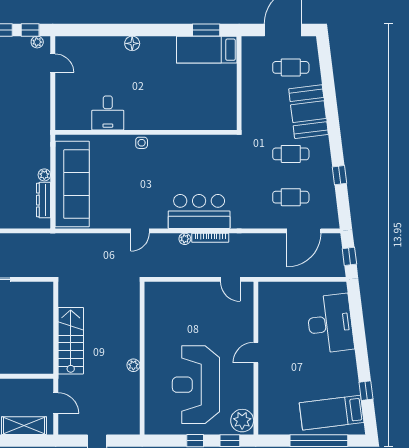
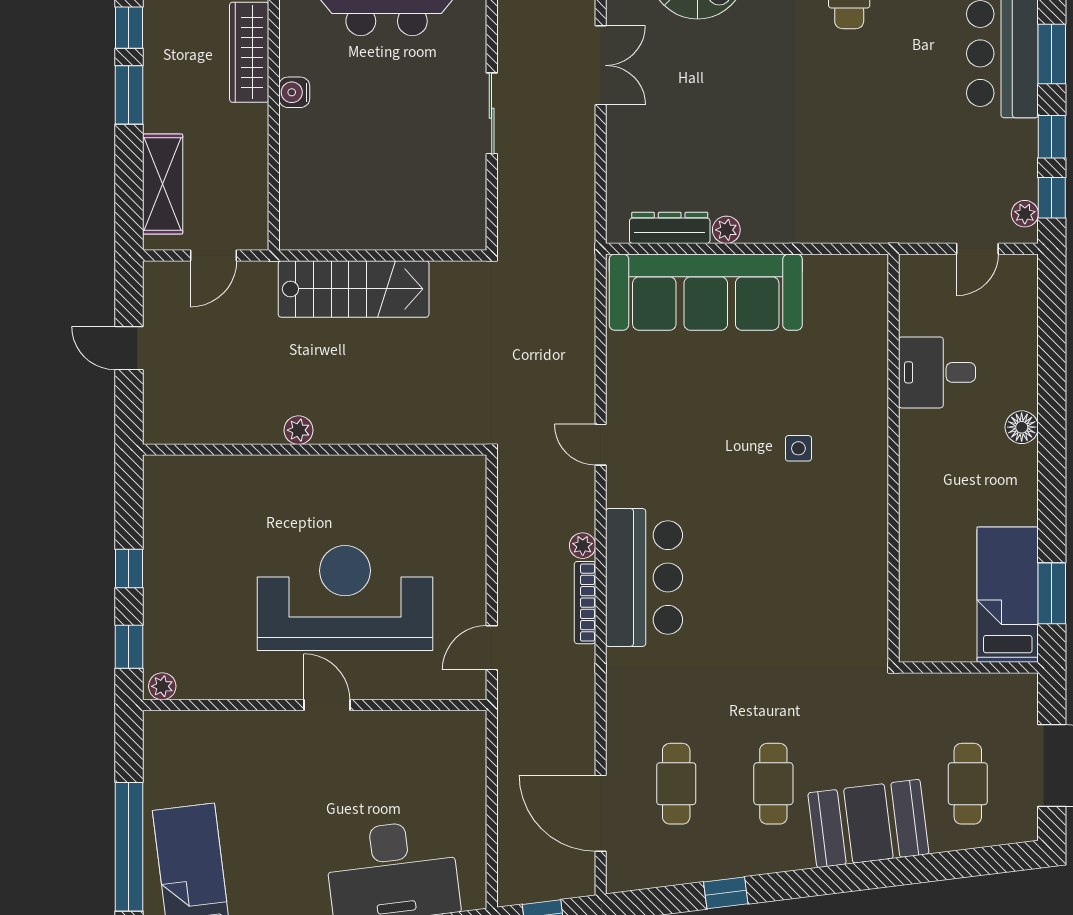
desk: (108, 113) -> (937, 372), moved
wall: (146, 132) -> (893, 458), moved
reception desk: (196, 385) -> (345, 598), moved
plant: (242, 421) -> (162, 686), width x0.53, depth x0.53

